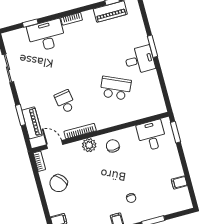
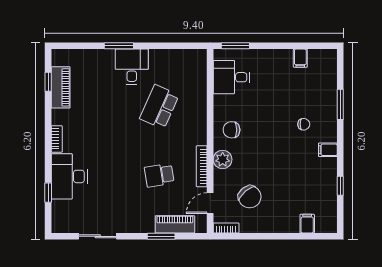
chair: (59, 183) -> (250, 197), moved

